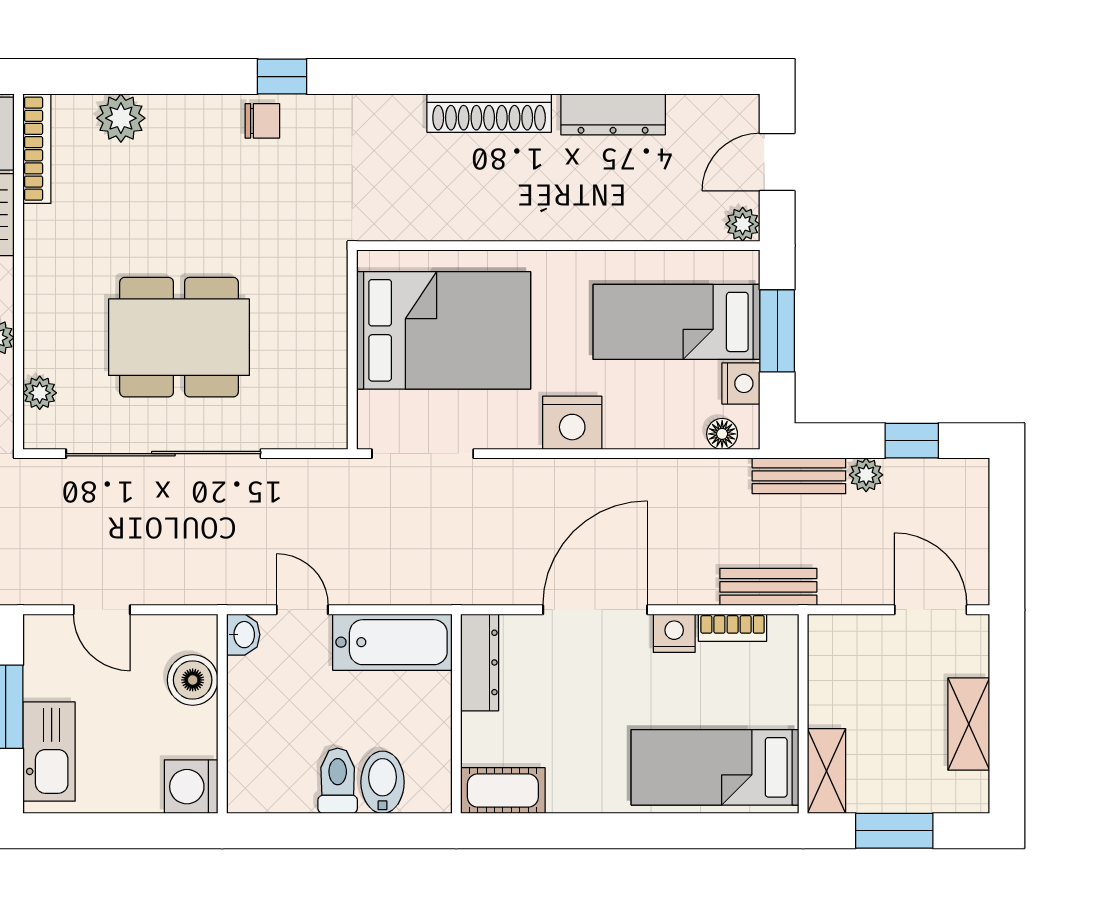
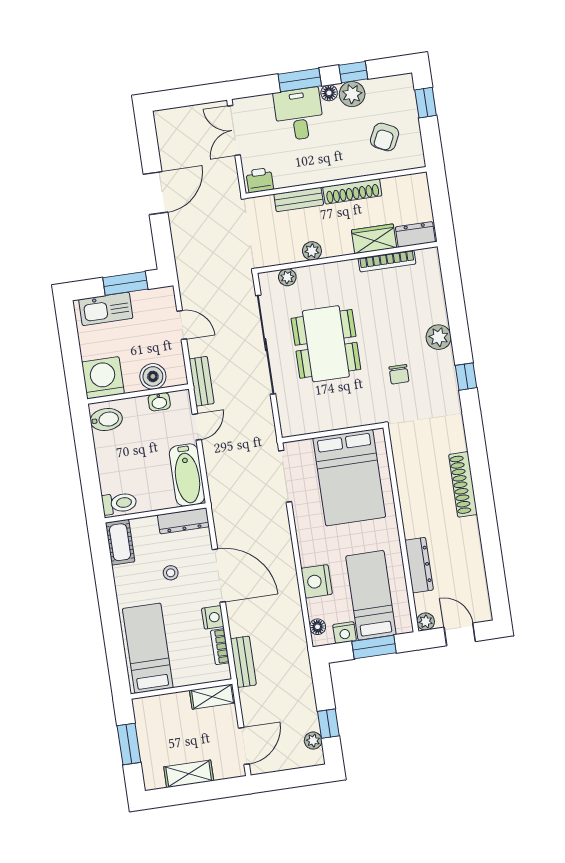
dresser: (613, 114) -> (419, 565), moved, turned 180
plant: (121, 118) -> (439, 337), moved
chair: (262, 121) -> (399, 374), moved
bookcase: (37, 149) -> (387, 261), moved
nightstand: (572, 423) -> (317, 581), moved
plant: (866, 475) -> (313, 741), moved
bench: (799, 476) -> (202, 381), moved
door: (102, 610) -> (182, 325), swing flipped
washbasin: (243, 635) -> (159, 402), moved
stool: (576, 702) -> (171, 573), added
shelving: (827, 771) -> (212, 697), moved
toilet: (338, 781) -> (119, 503), moved
bidet: (383, 782) -> (106, 419), moved
washing machine: (191, 787) -> (103, 378), width x1.37, depth x1.37

